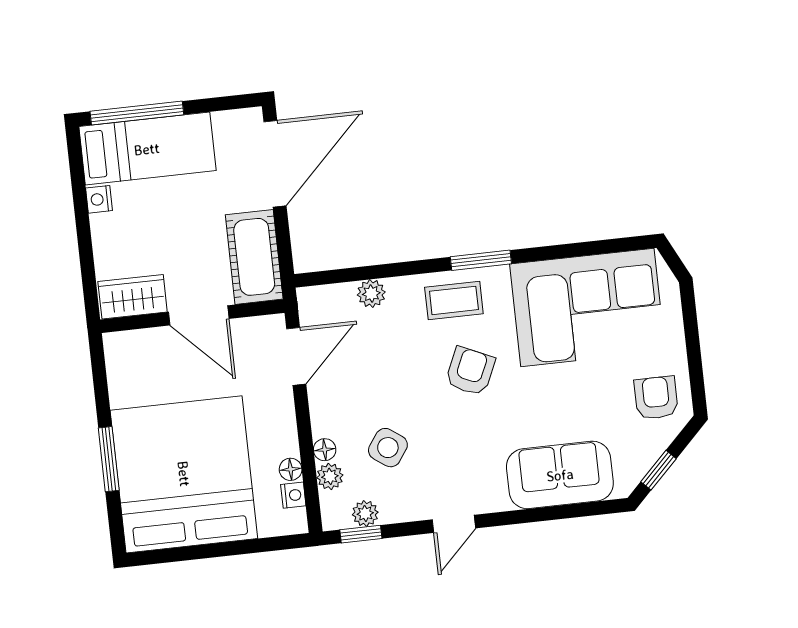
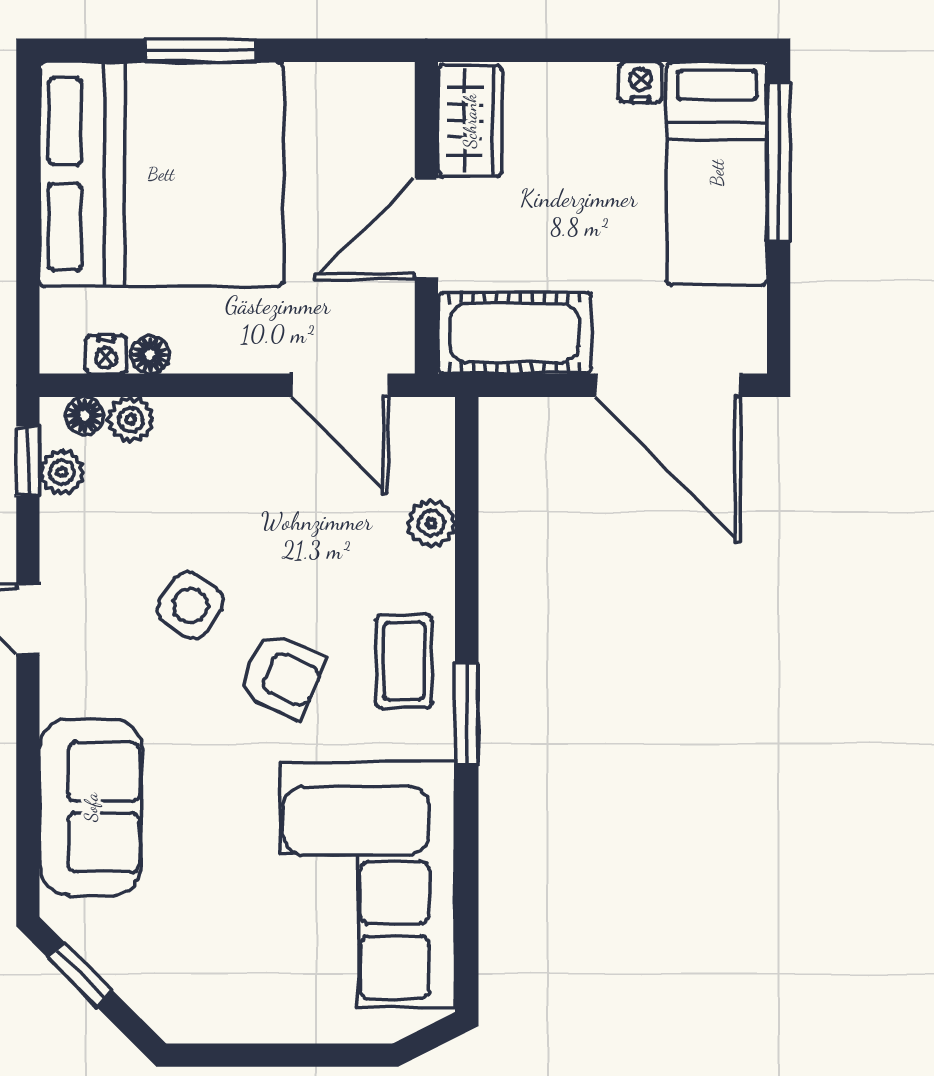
armchair: (656, 398) -> (203, 983), removed
side table: (388, 448) -> (190, 606), moved
floor lamp: (325, 450) -> (85, 416), moved

